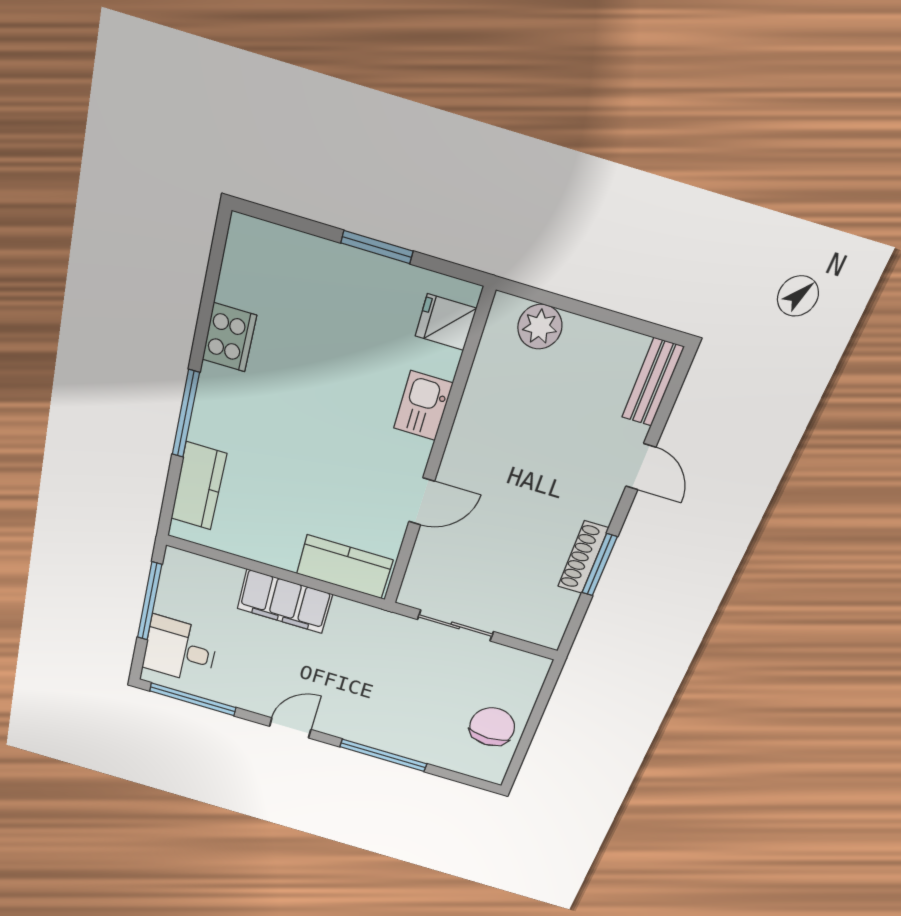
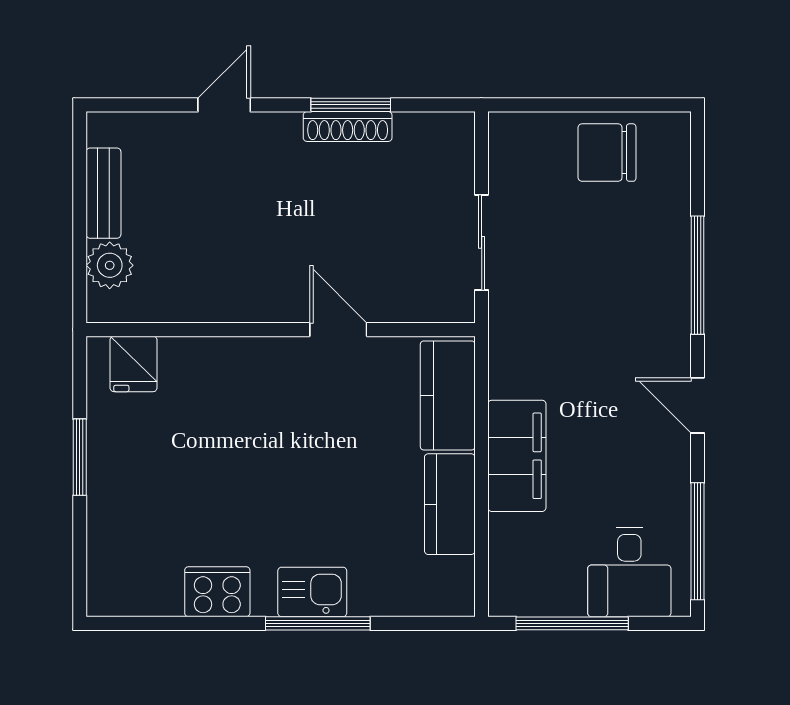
bench: (653, 382) -> (103, 193), moved, turned 90
kitchen sink: (423, 406) -> (312, 592), moved, turned 180
kitchen counter: (198, 486) -> (450, 504), moved, turned -90

